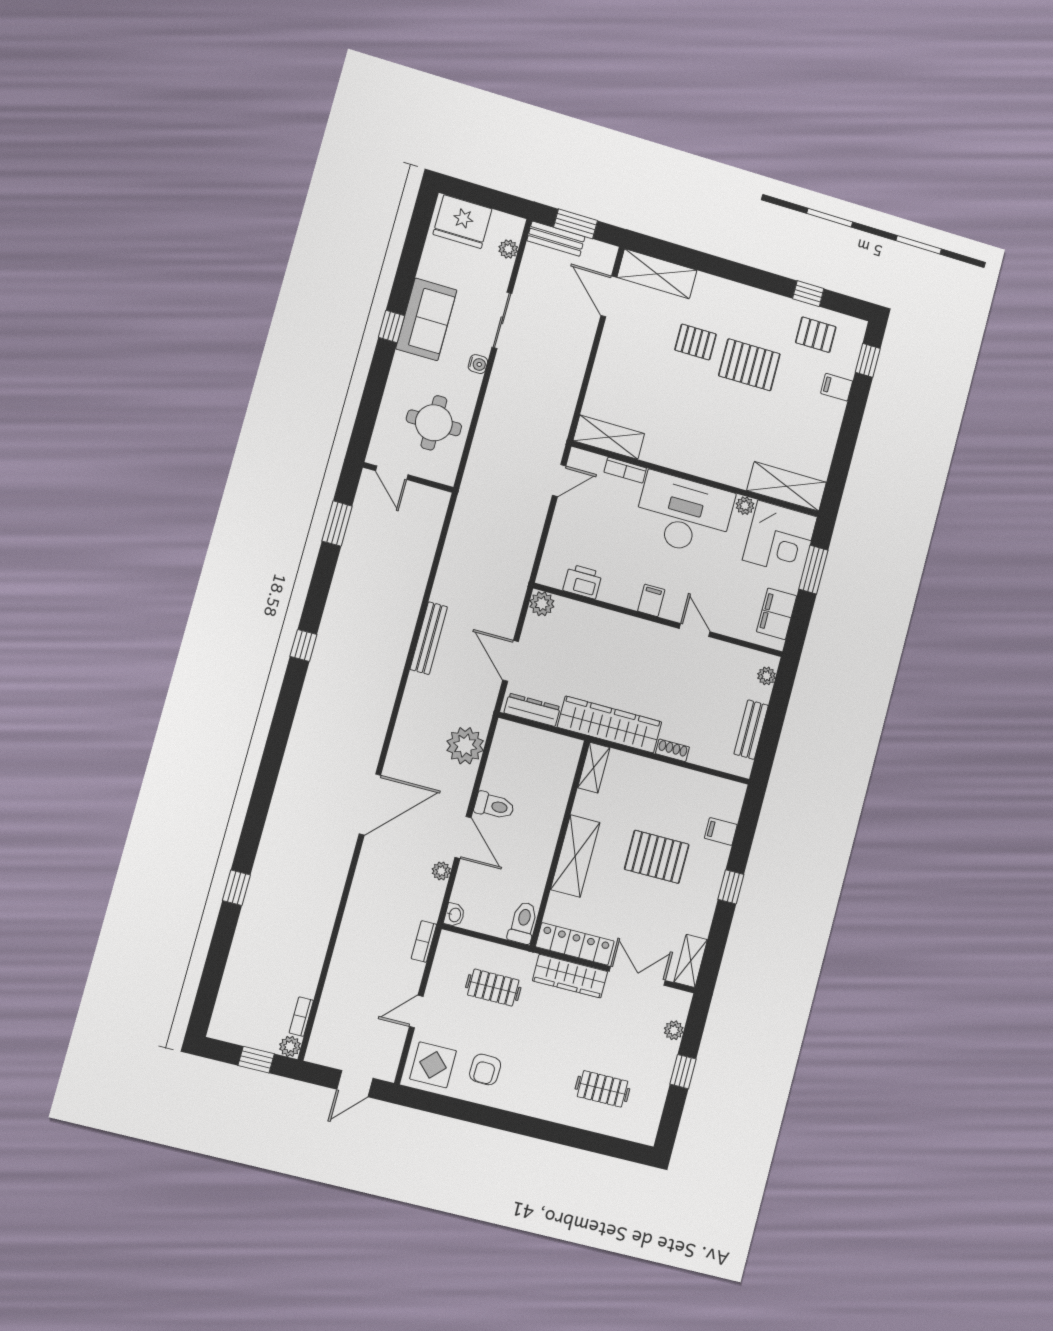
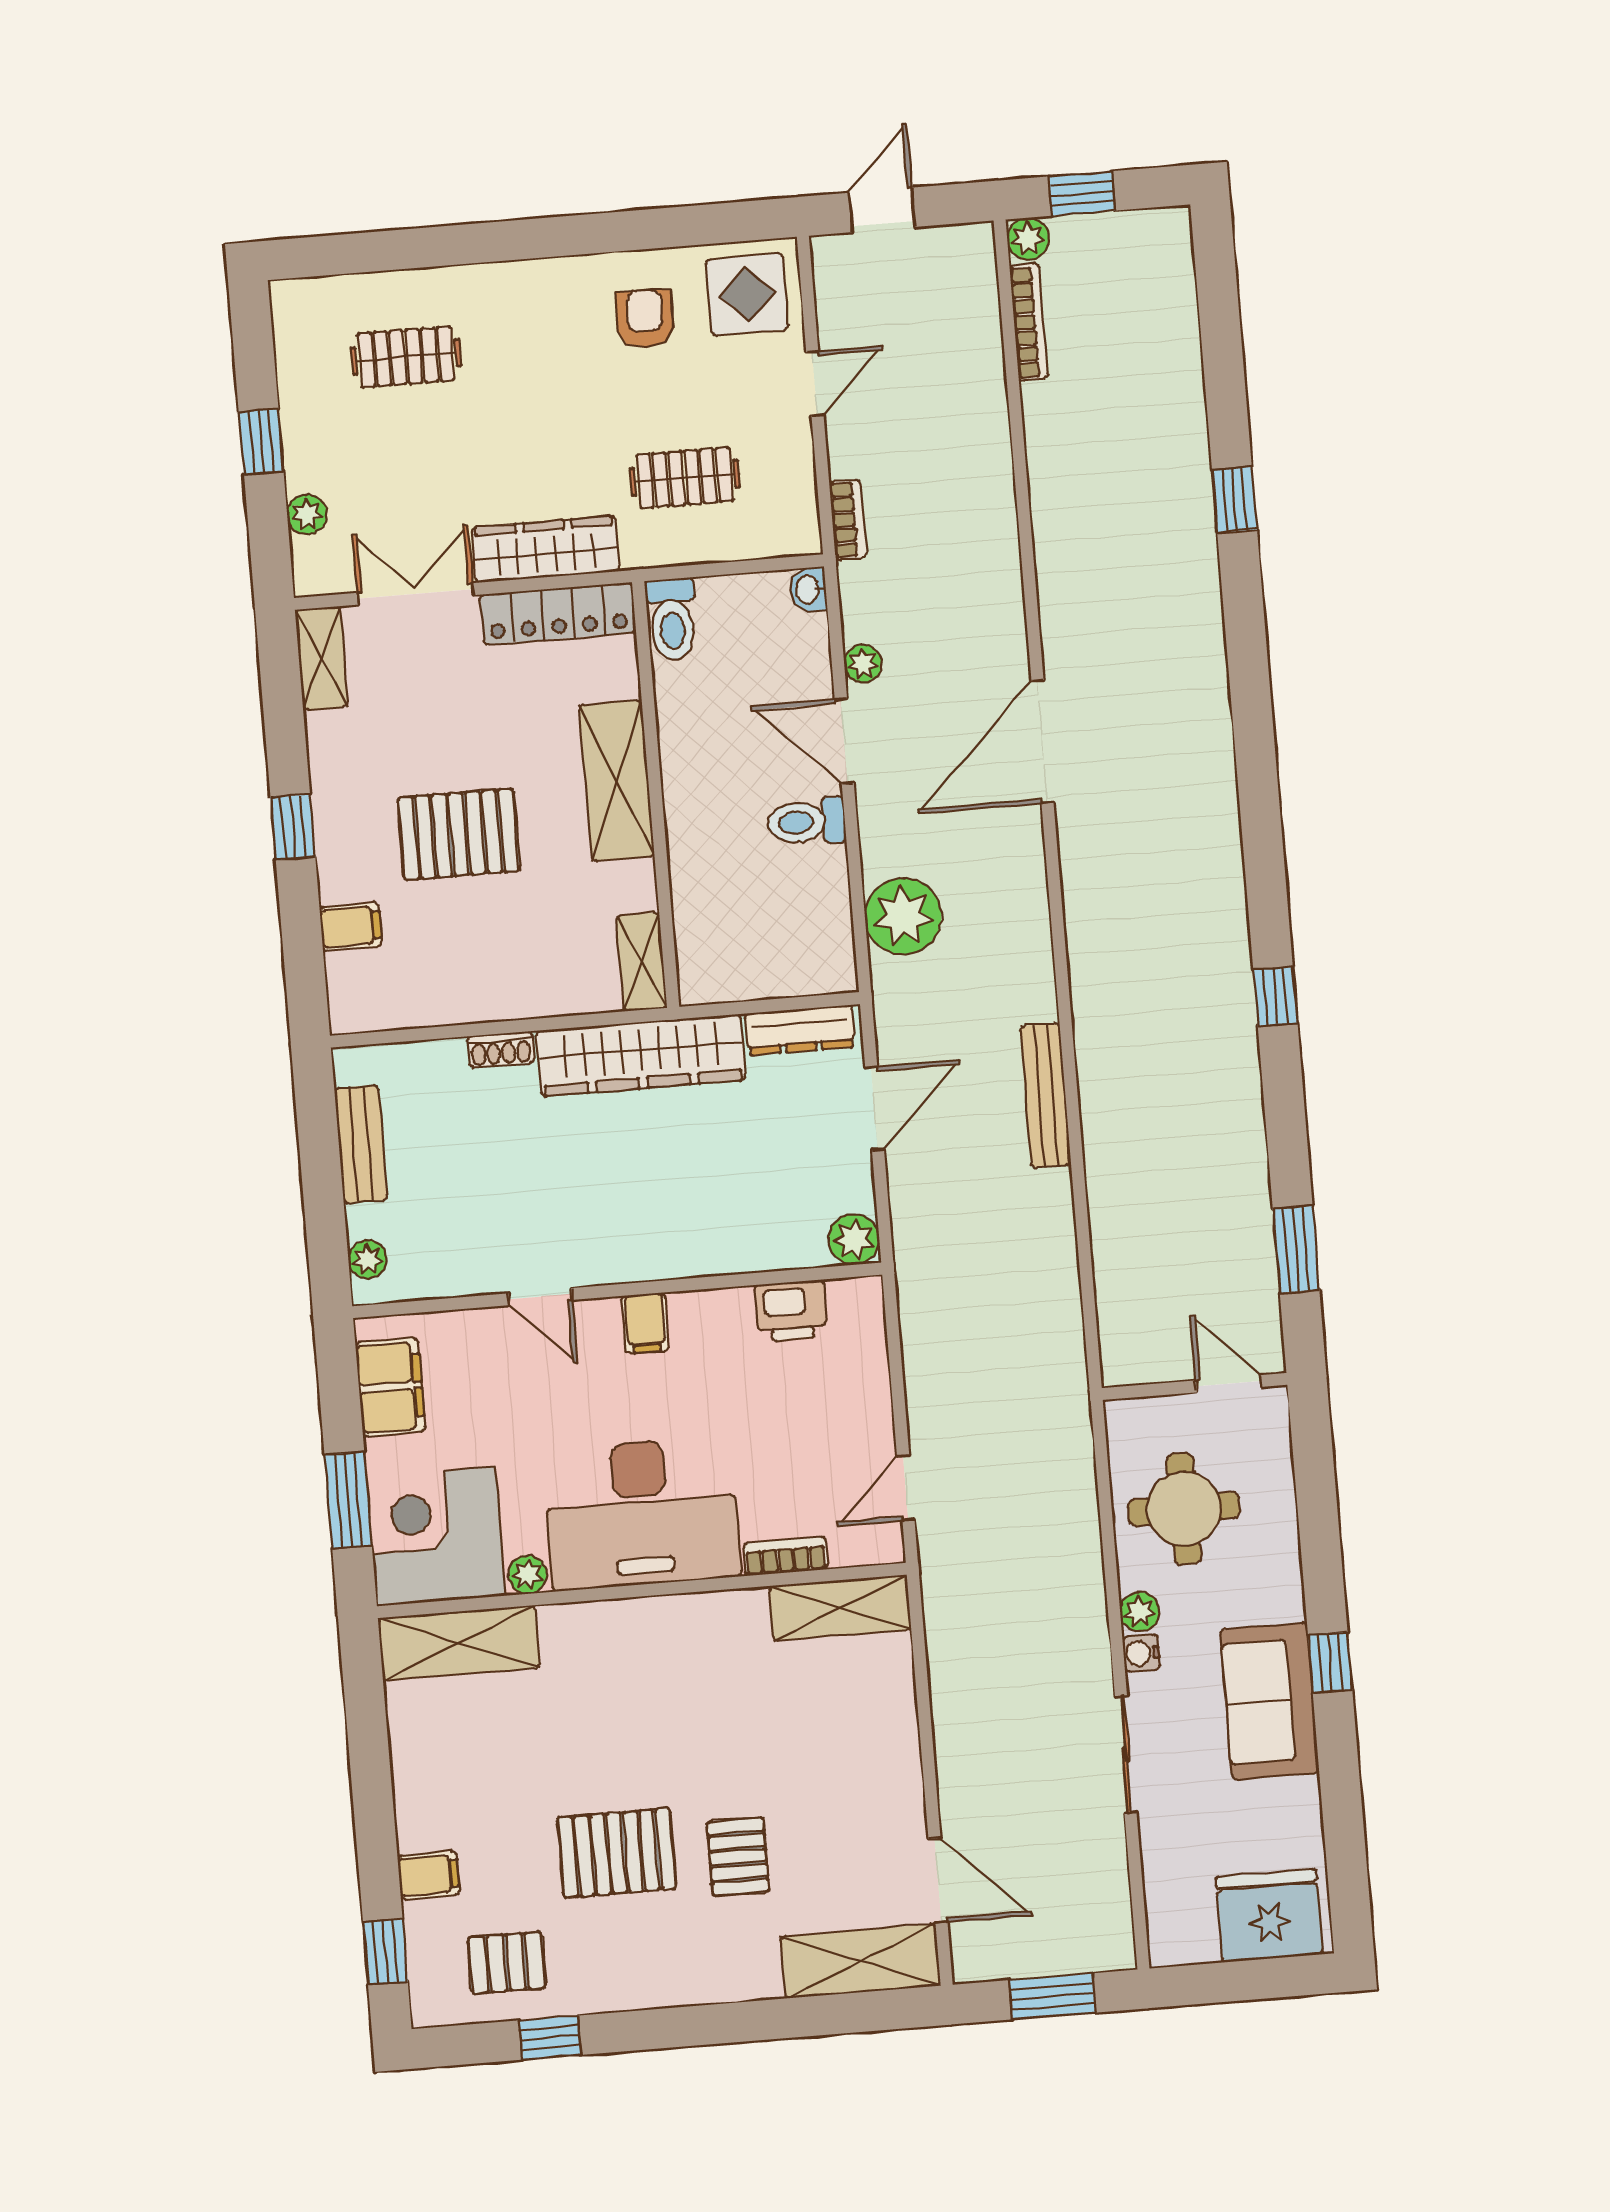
bench: (556, 239) -> (1080, 1953), removed
plant: (508, 249) -> (1140, 1612), moved
pallet: (695, 342) -> (738, 1857), turned 90
door: (511, 661) -> (875, 1109), hinge flipped
double door: (637, 976) -> (415, 594), swing flipped
bookcase: (301, 1017) -> (1029, 322), width x1.56

